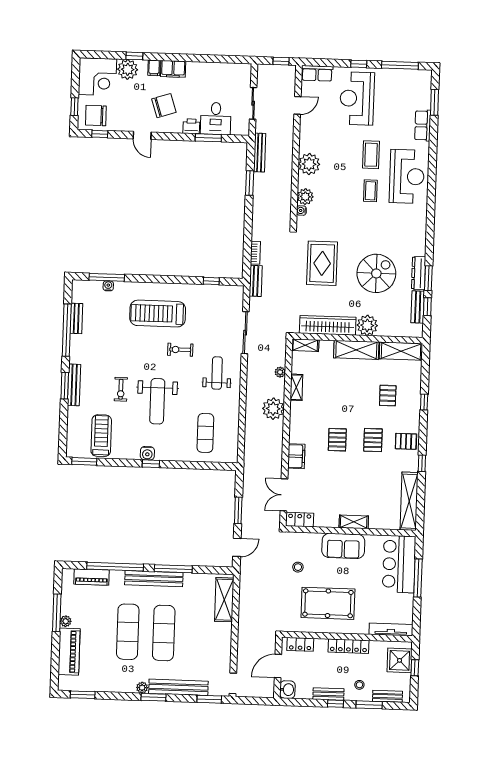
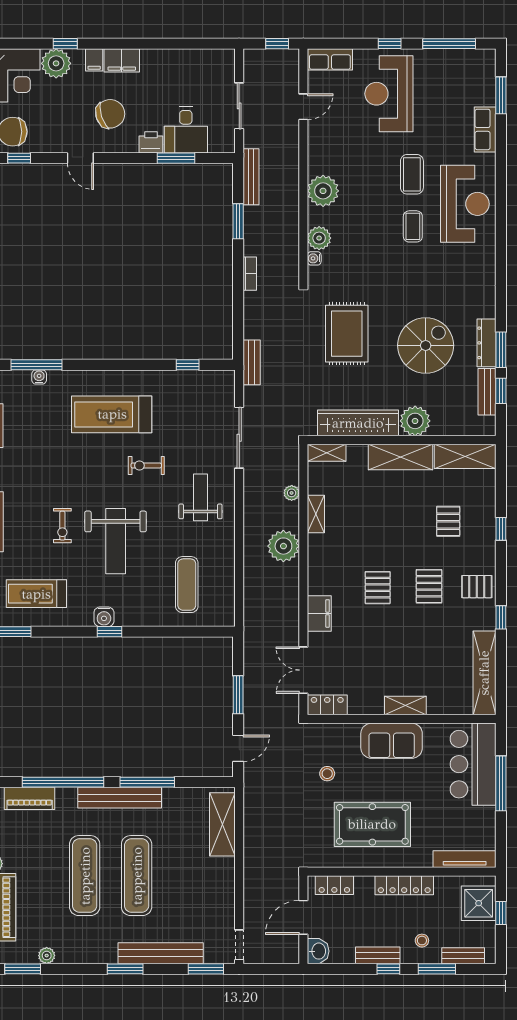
bookcase: (255, 253) -> (250, 274), moved
treadmill: (101, 436) -> (36, 594), turned -90
plant: (142, 688) -> (47, 956), moved

